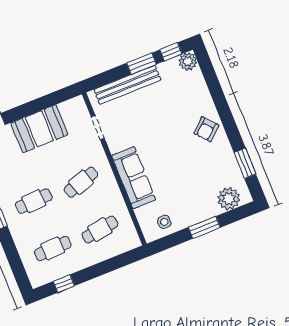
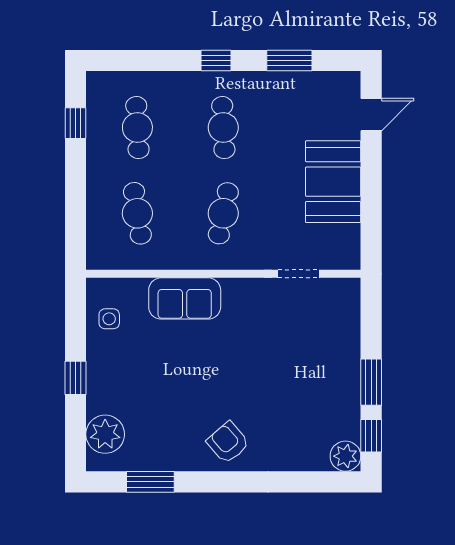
bench: (127, 85) -> (347, 347), removed
sofa: (134, 178) -> (185, 298), width x0.73
cafe table: (81, 182) -> (223, 213), turned 30
window: (204, 227) -> (75, 378), width x0.67

